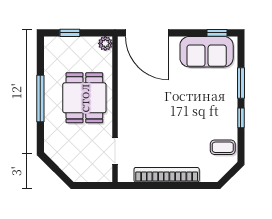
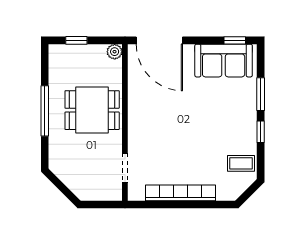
dining table: (84, 98) -> (92, 110), turned 90

